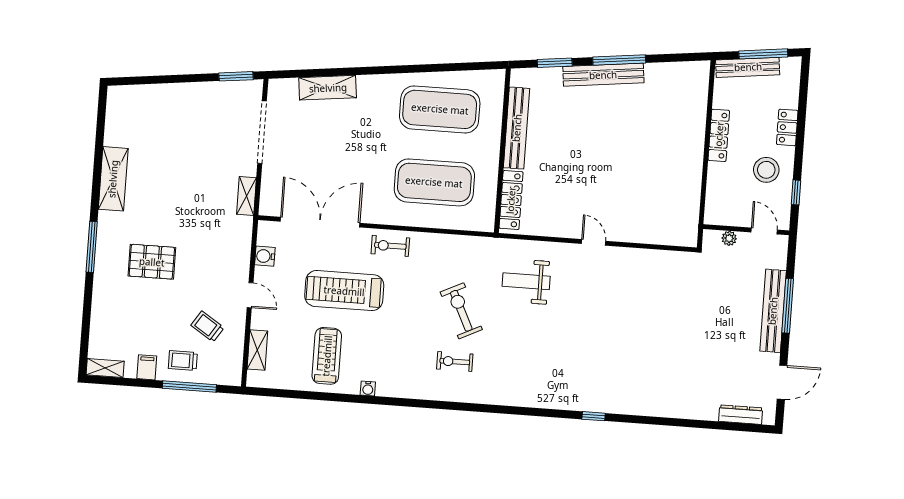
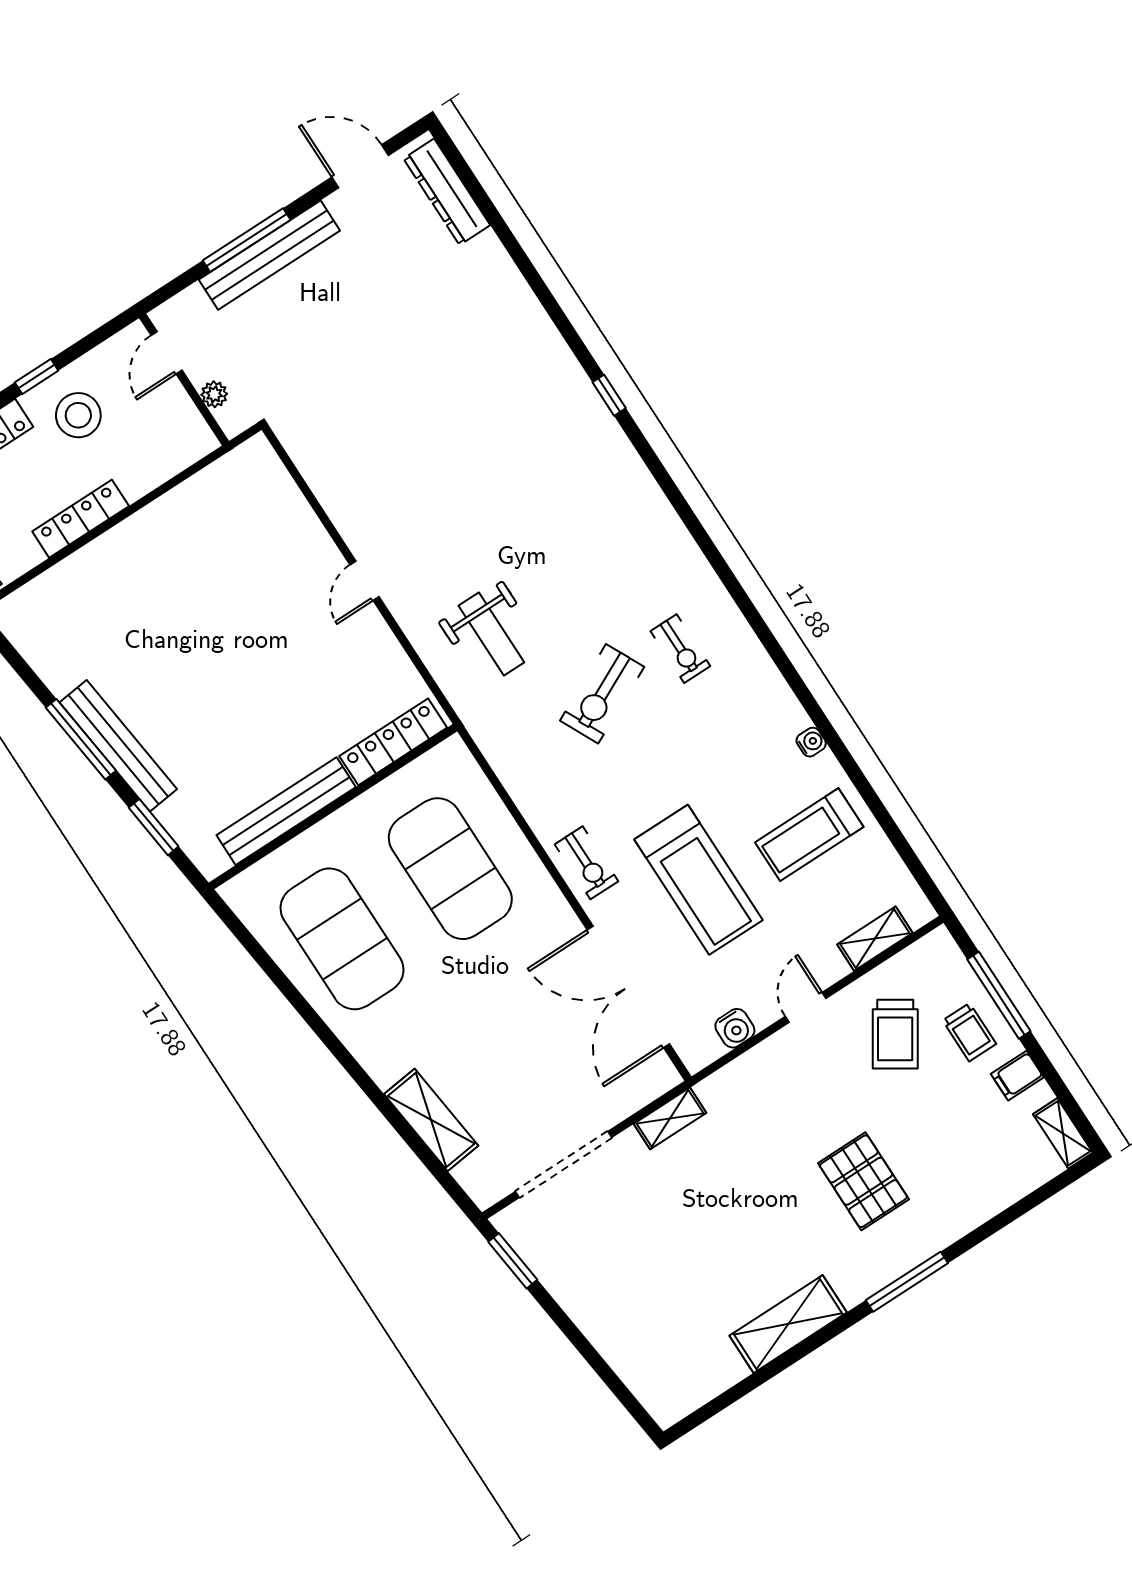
window: (796, 192) -> (37, 376), moved
trolley: (207, 326) -> (895, 1034), width x1.36, depth x1.39
dresser: (741, 415) -> (447, 192), width x1.37, depth x1.24

